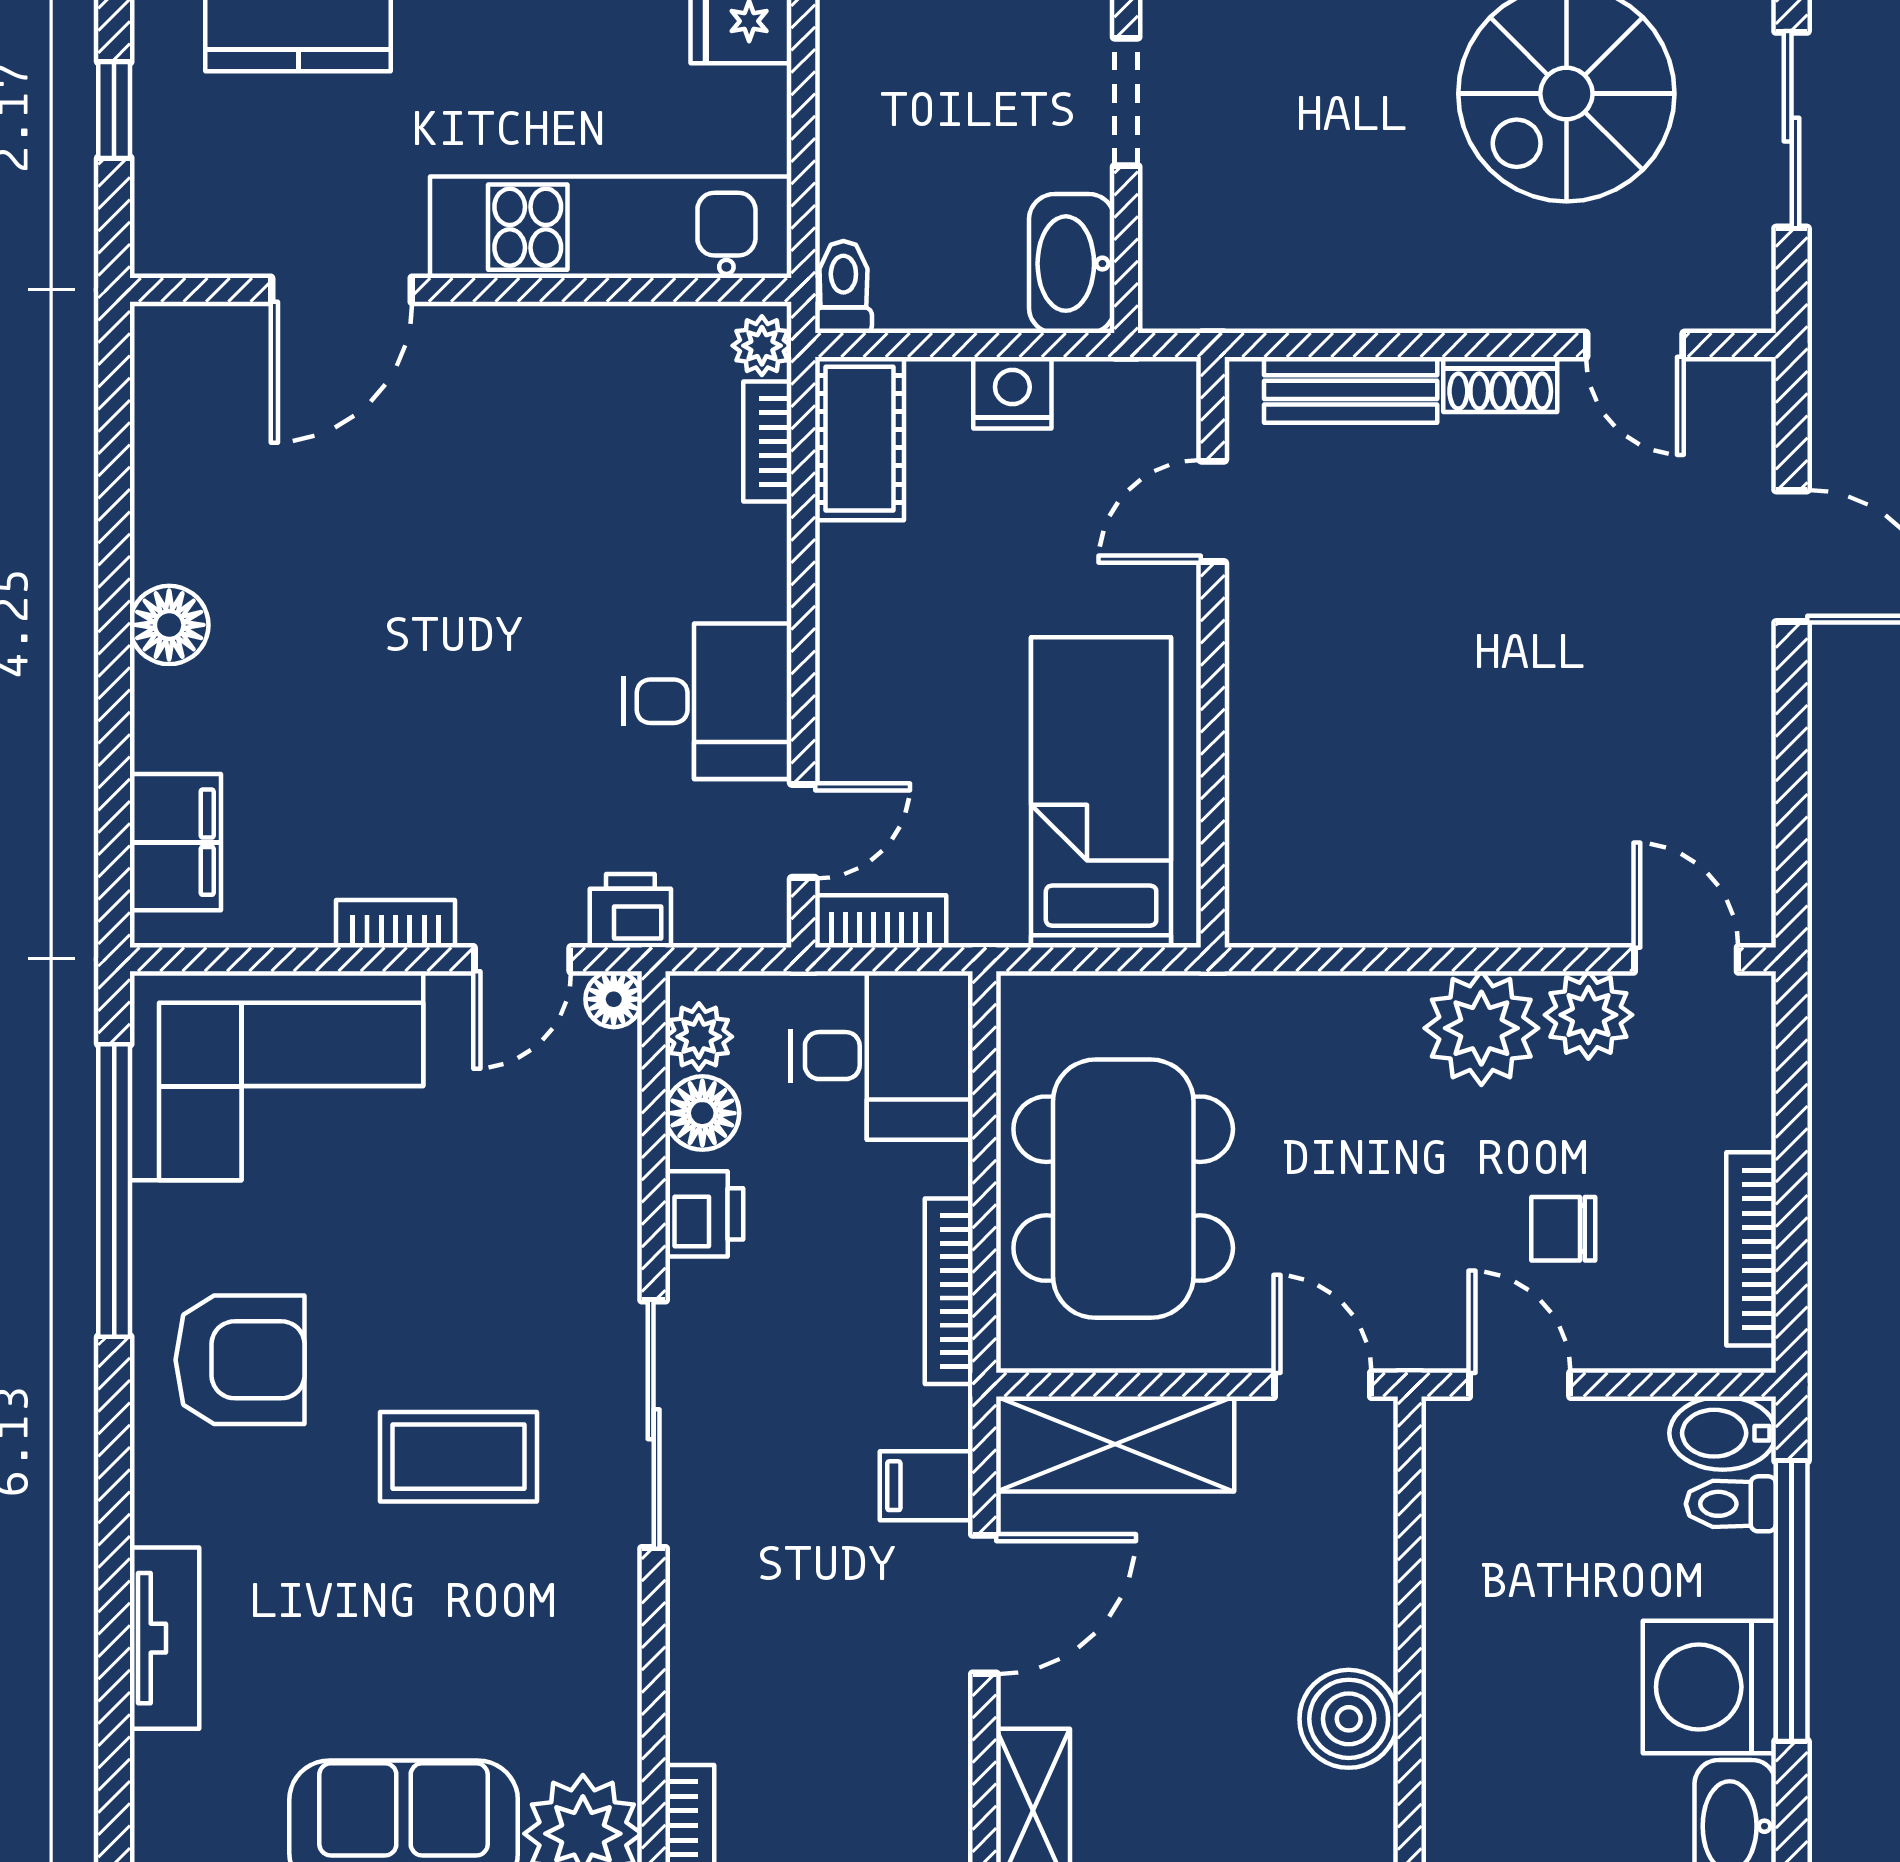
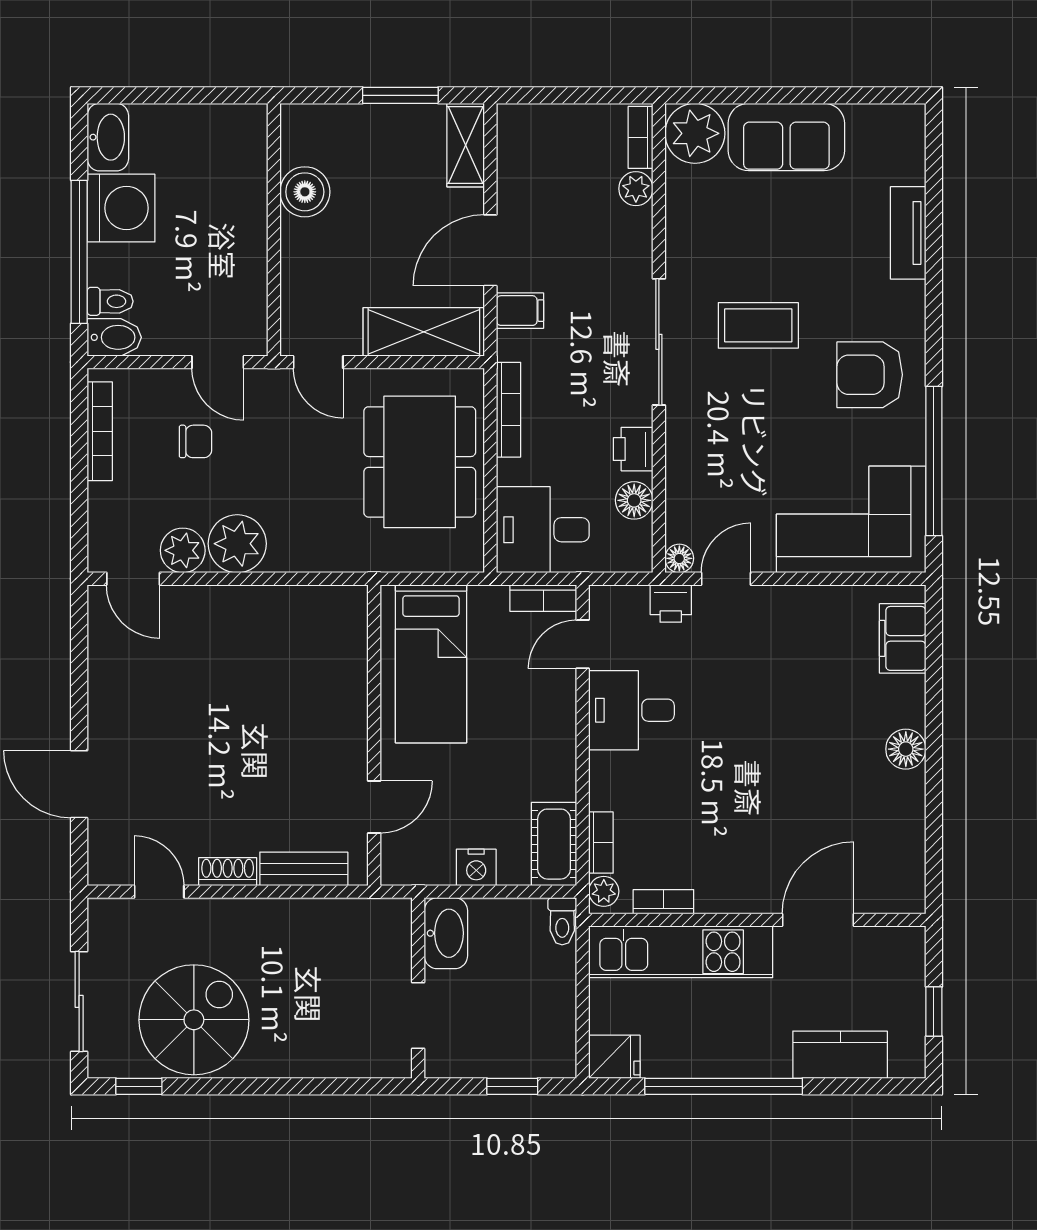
bookcase: (396, 924) -> (663, 902), moved, turned 180
plant: (699, 1037) -> (636, 189), moved

